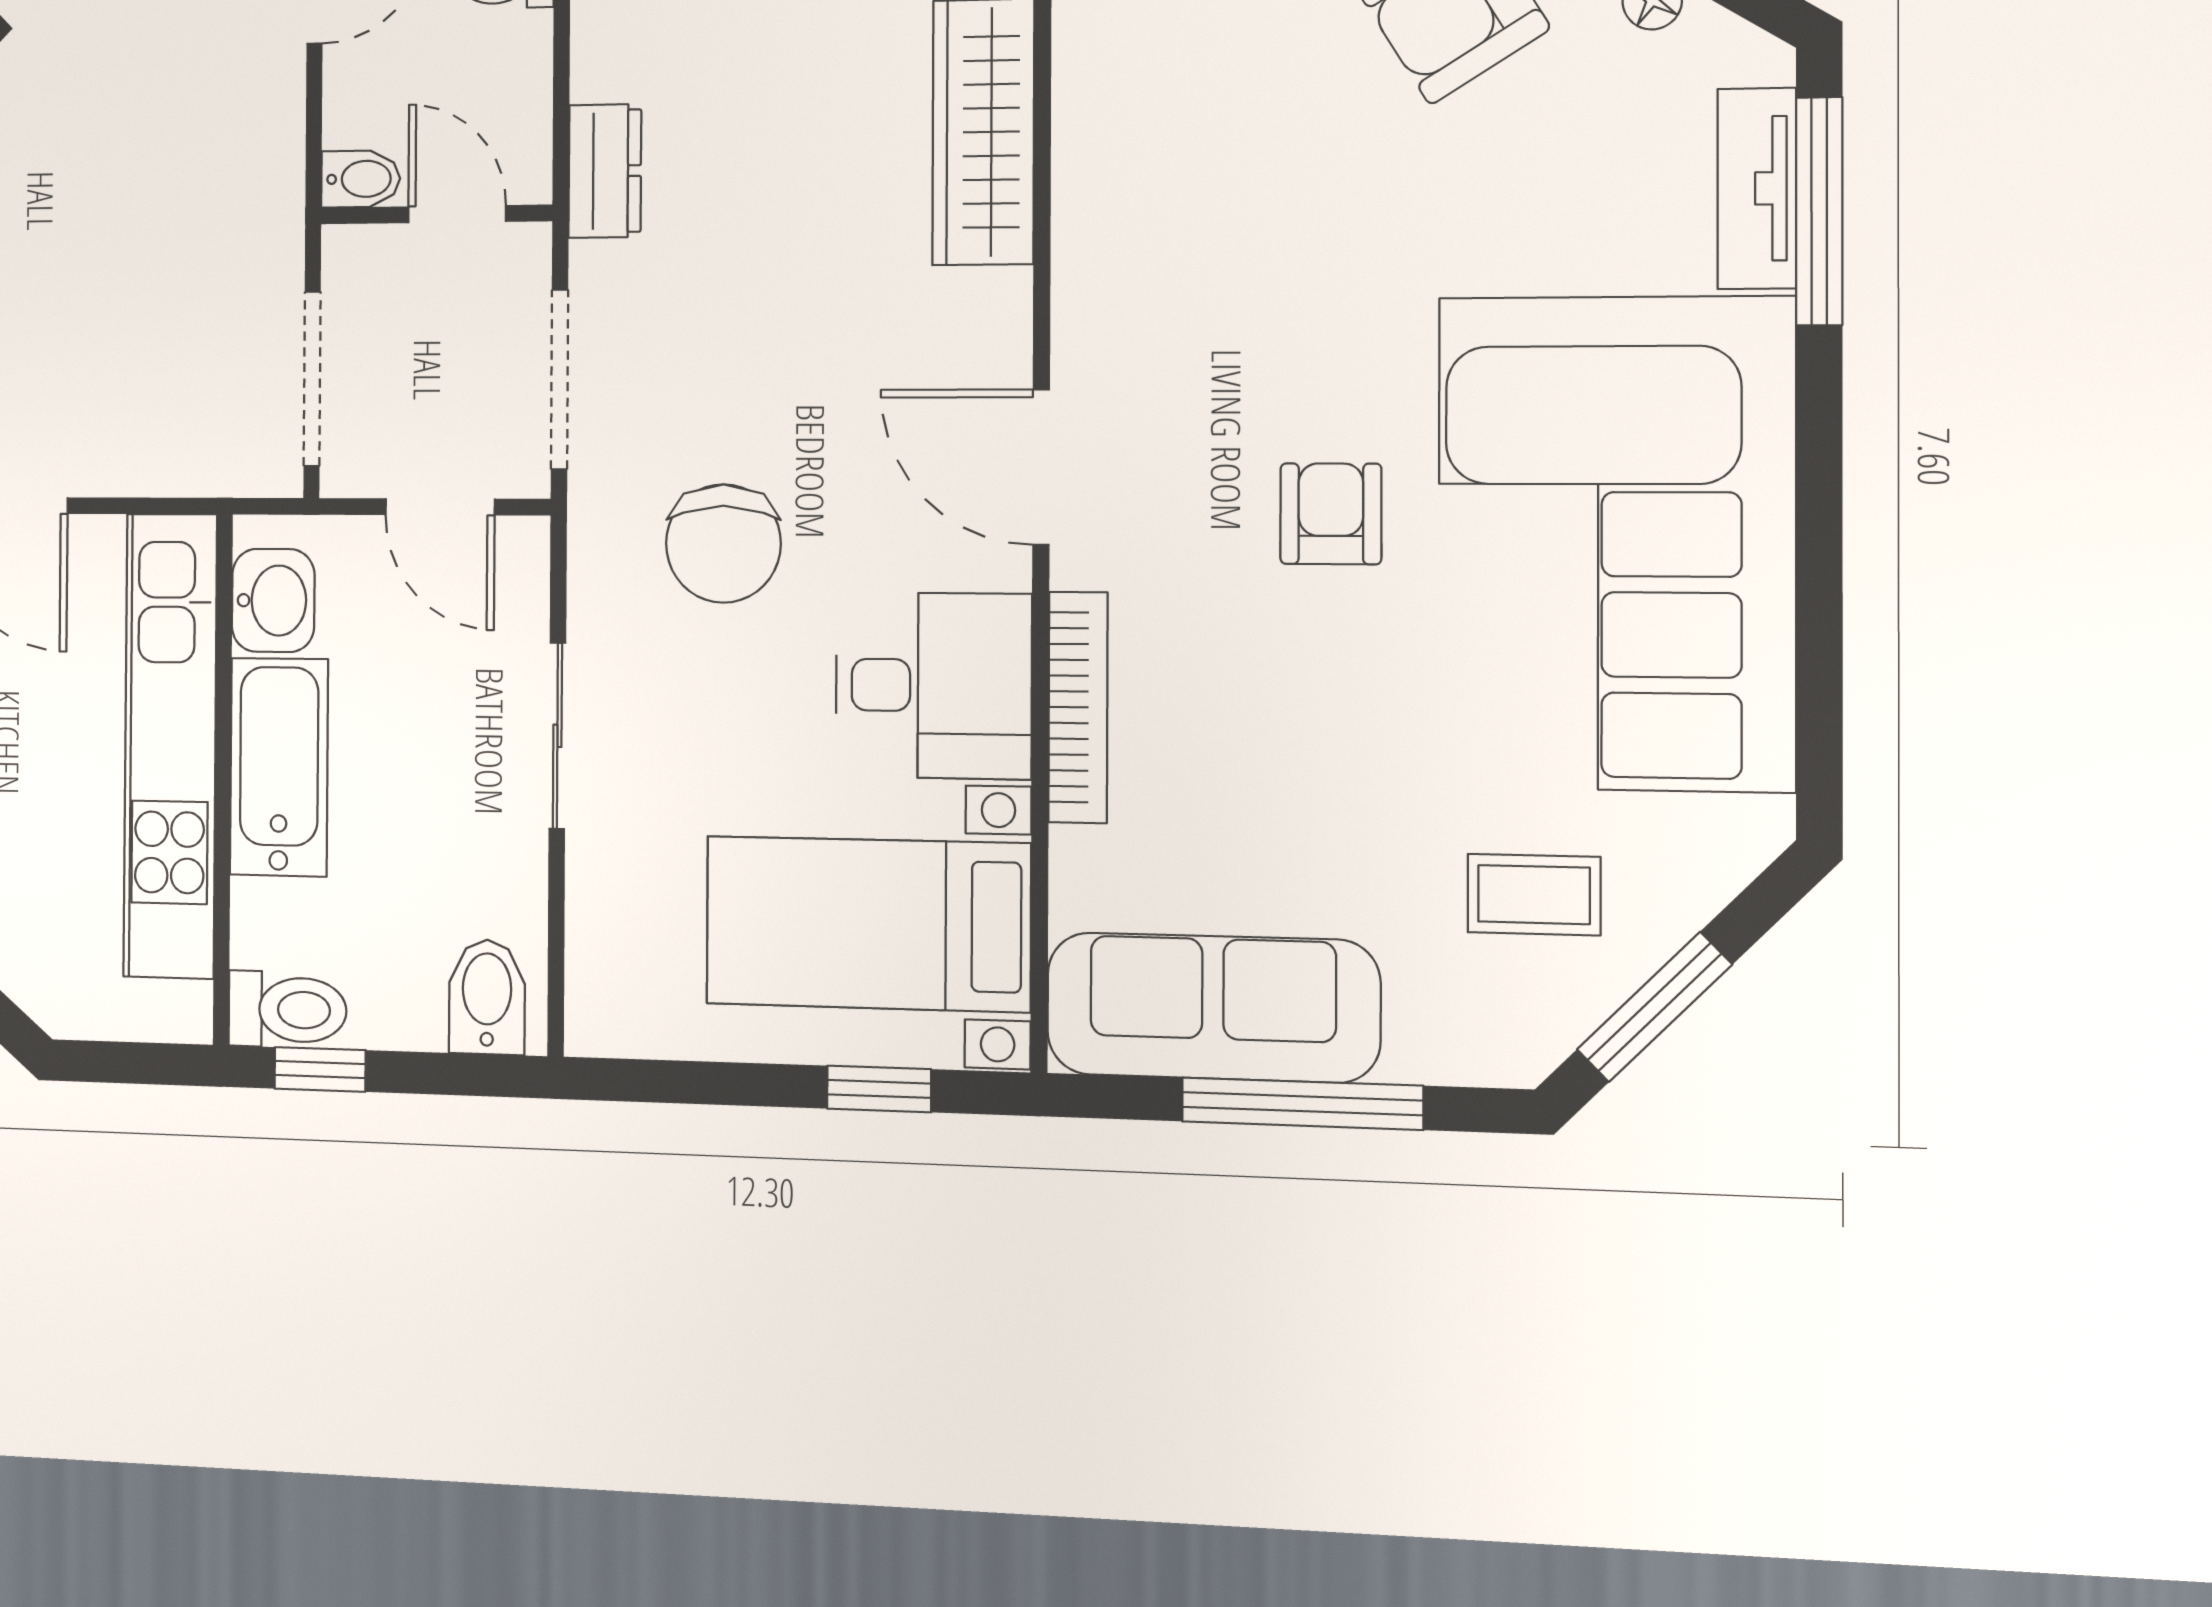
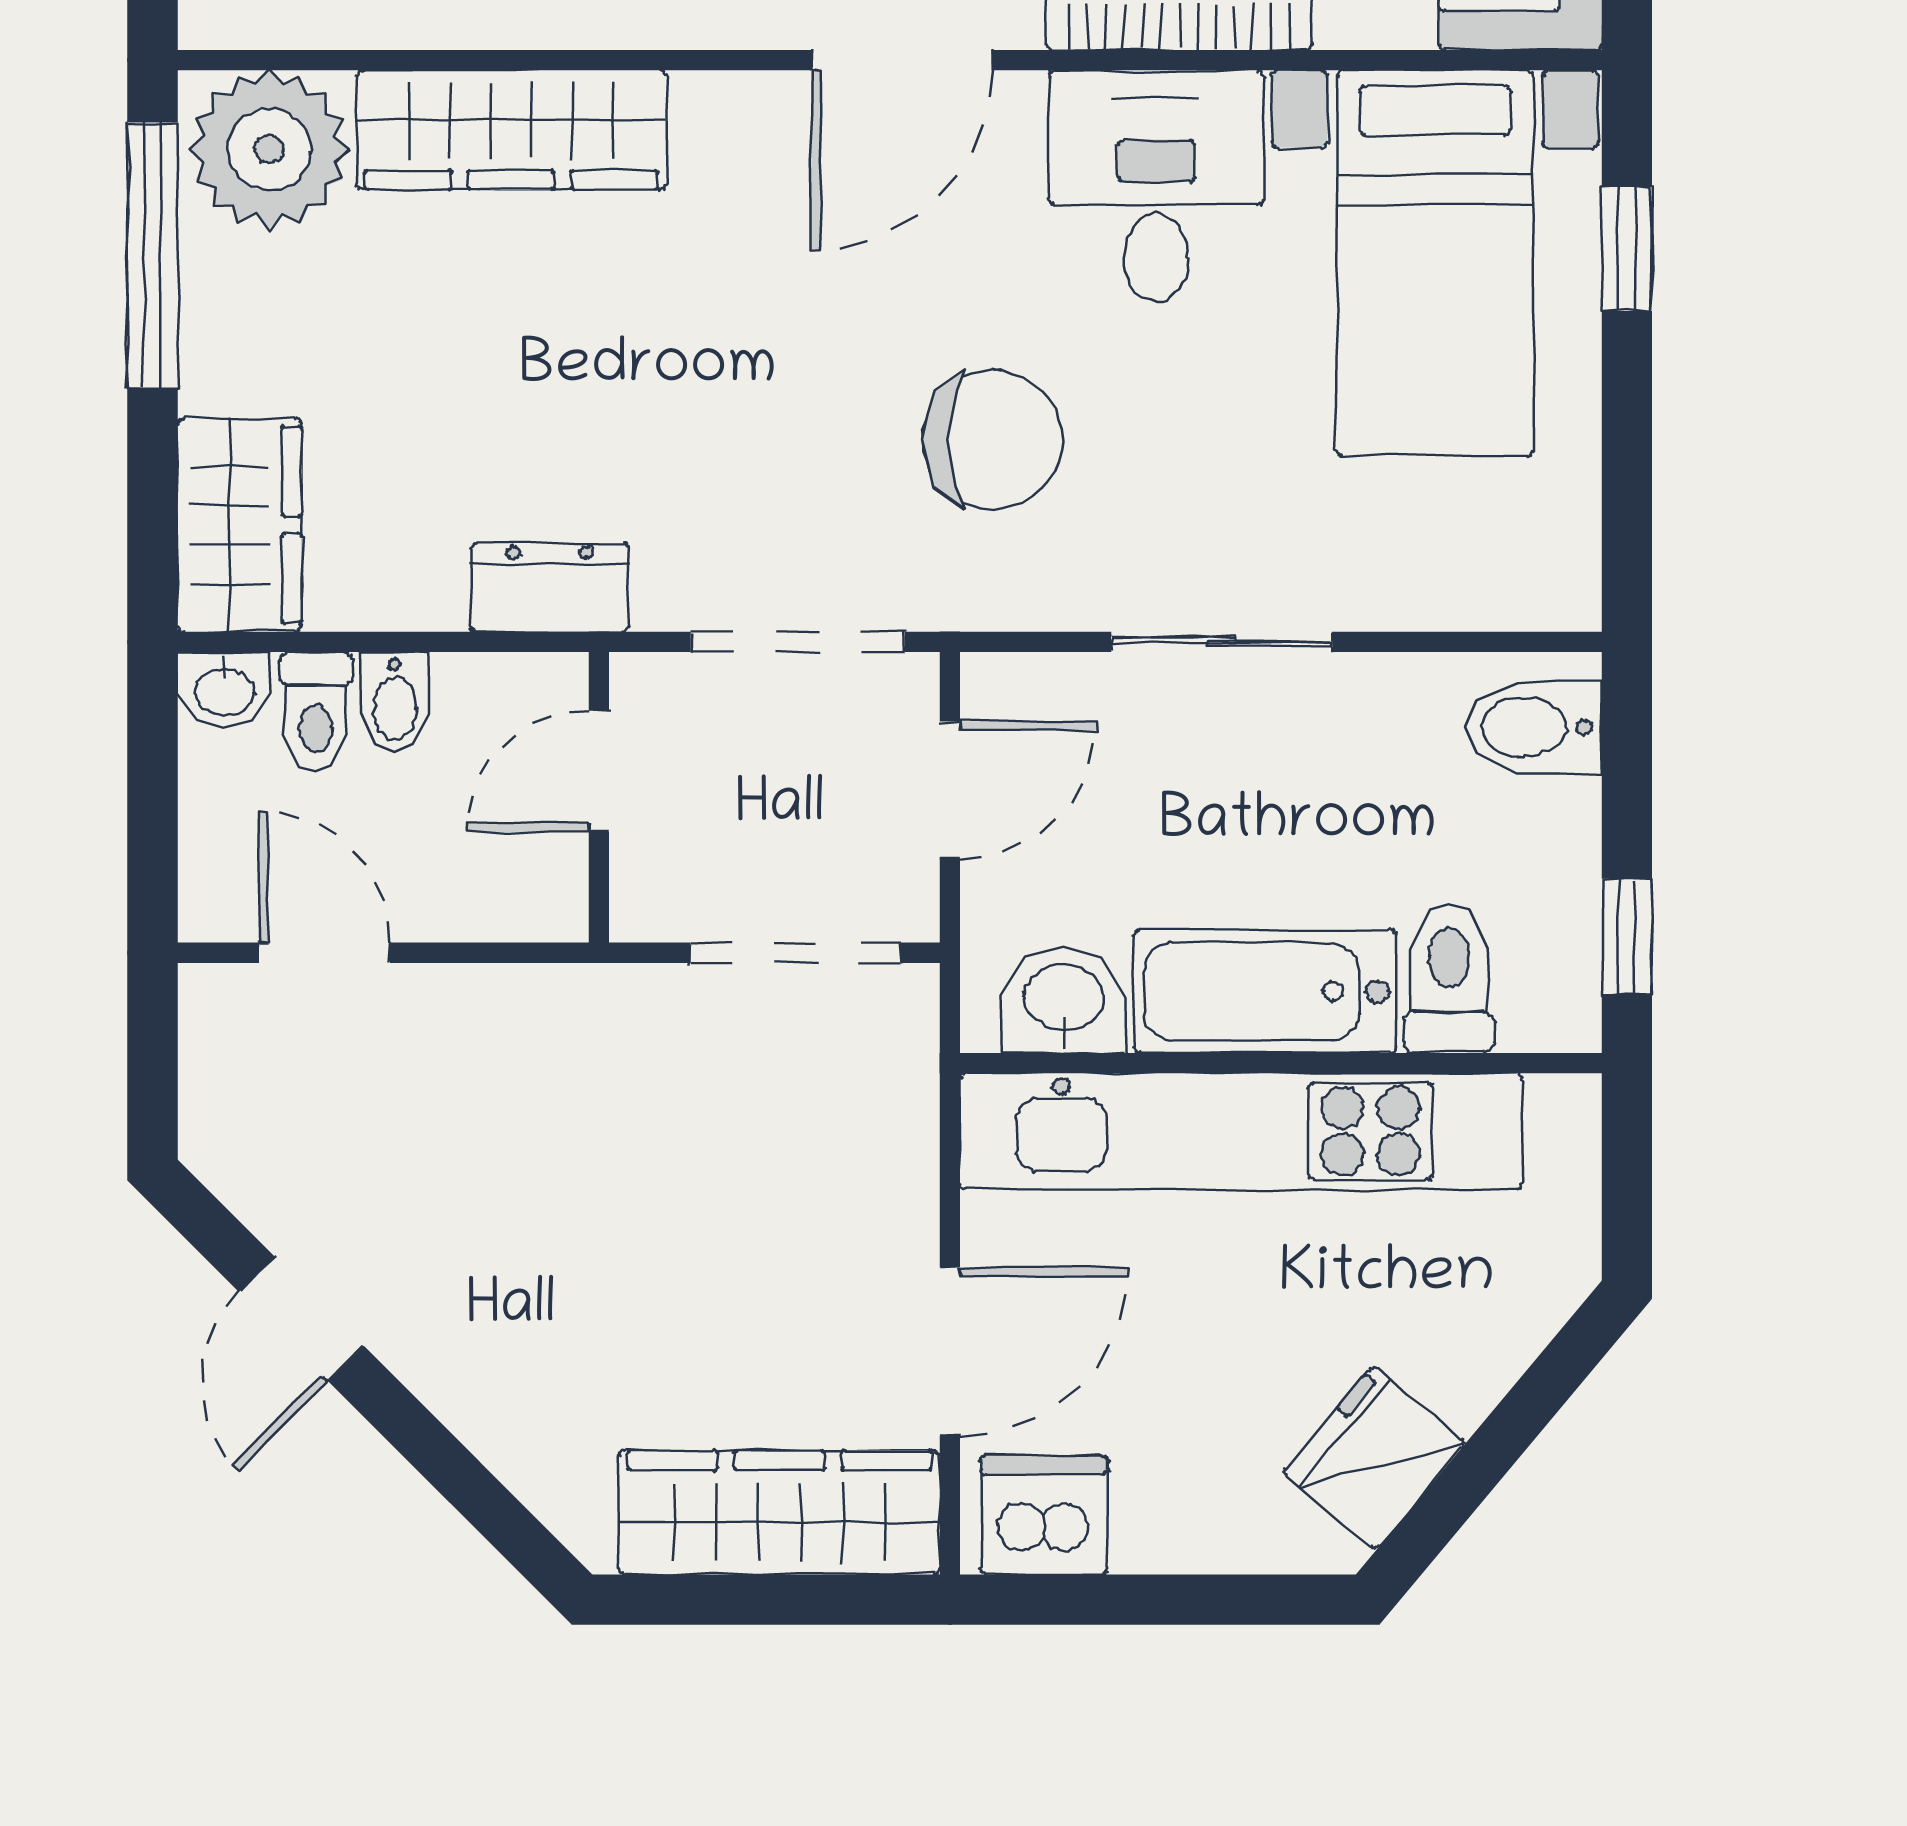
bidet: (361, 179) -> (395, 702), moved, turned 180
toilet: (288, 1010) -> (1449, 978), moved

